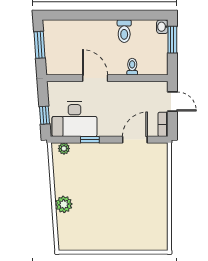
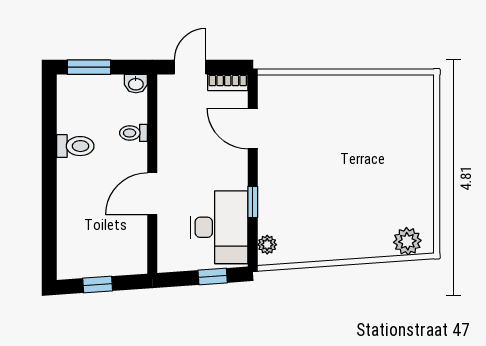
washbasin: (162, 27) -> (136, 84), moved
window: (39, 45) -> (98, 285), width x0.67
plant: (64, 204) -> (407, 241), moved

